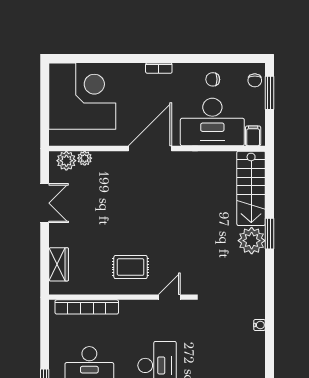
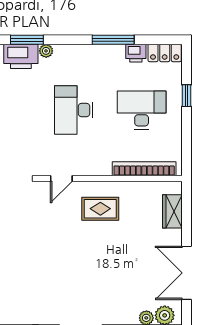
double door: (45, 203) -> (186, 273), width x1.37

